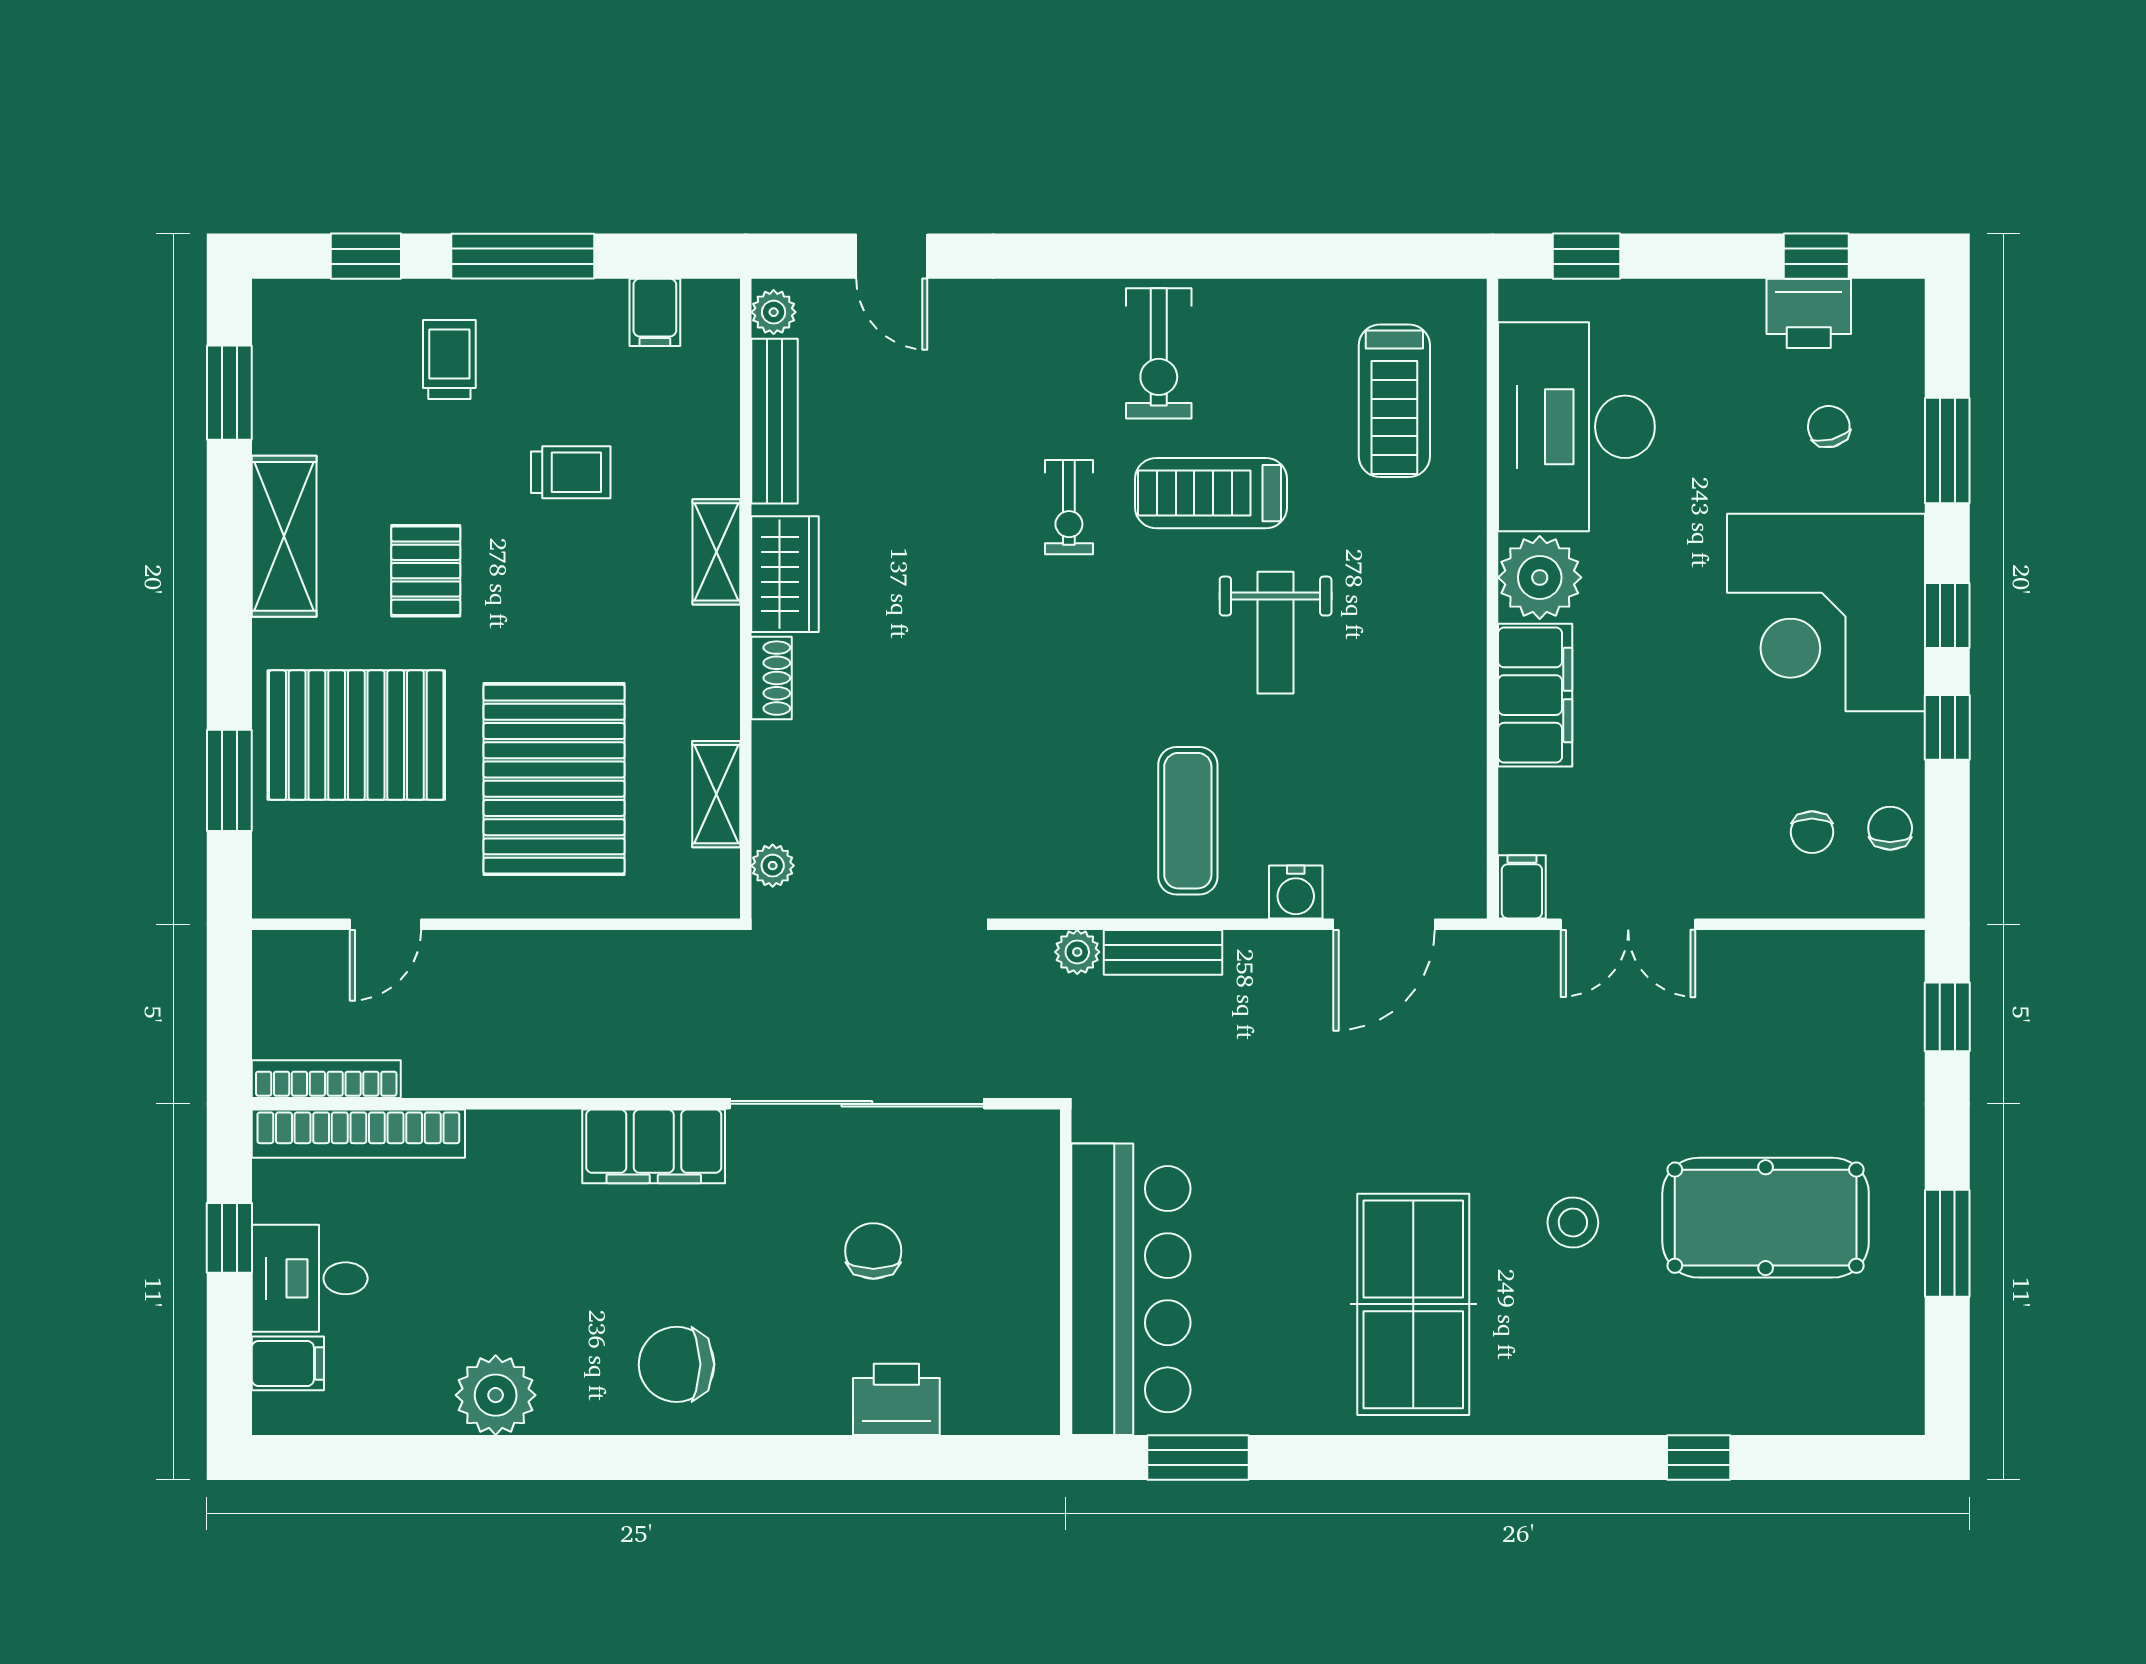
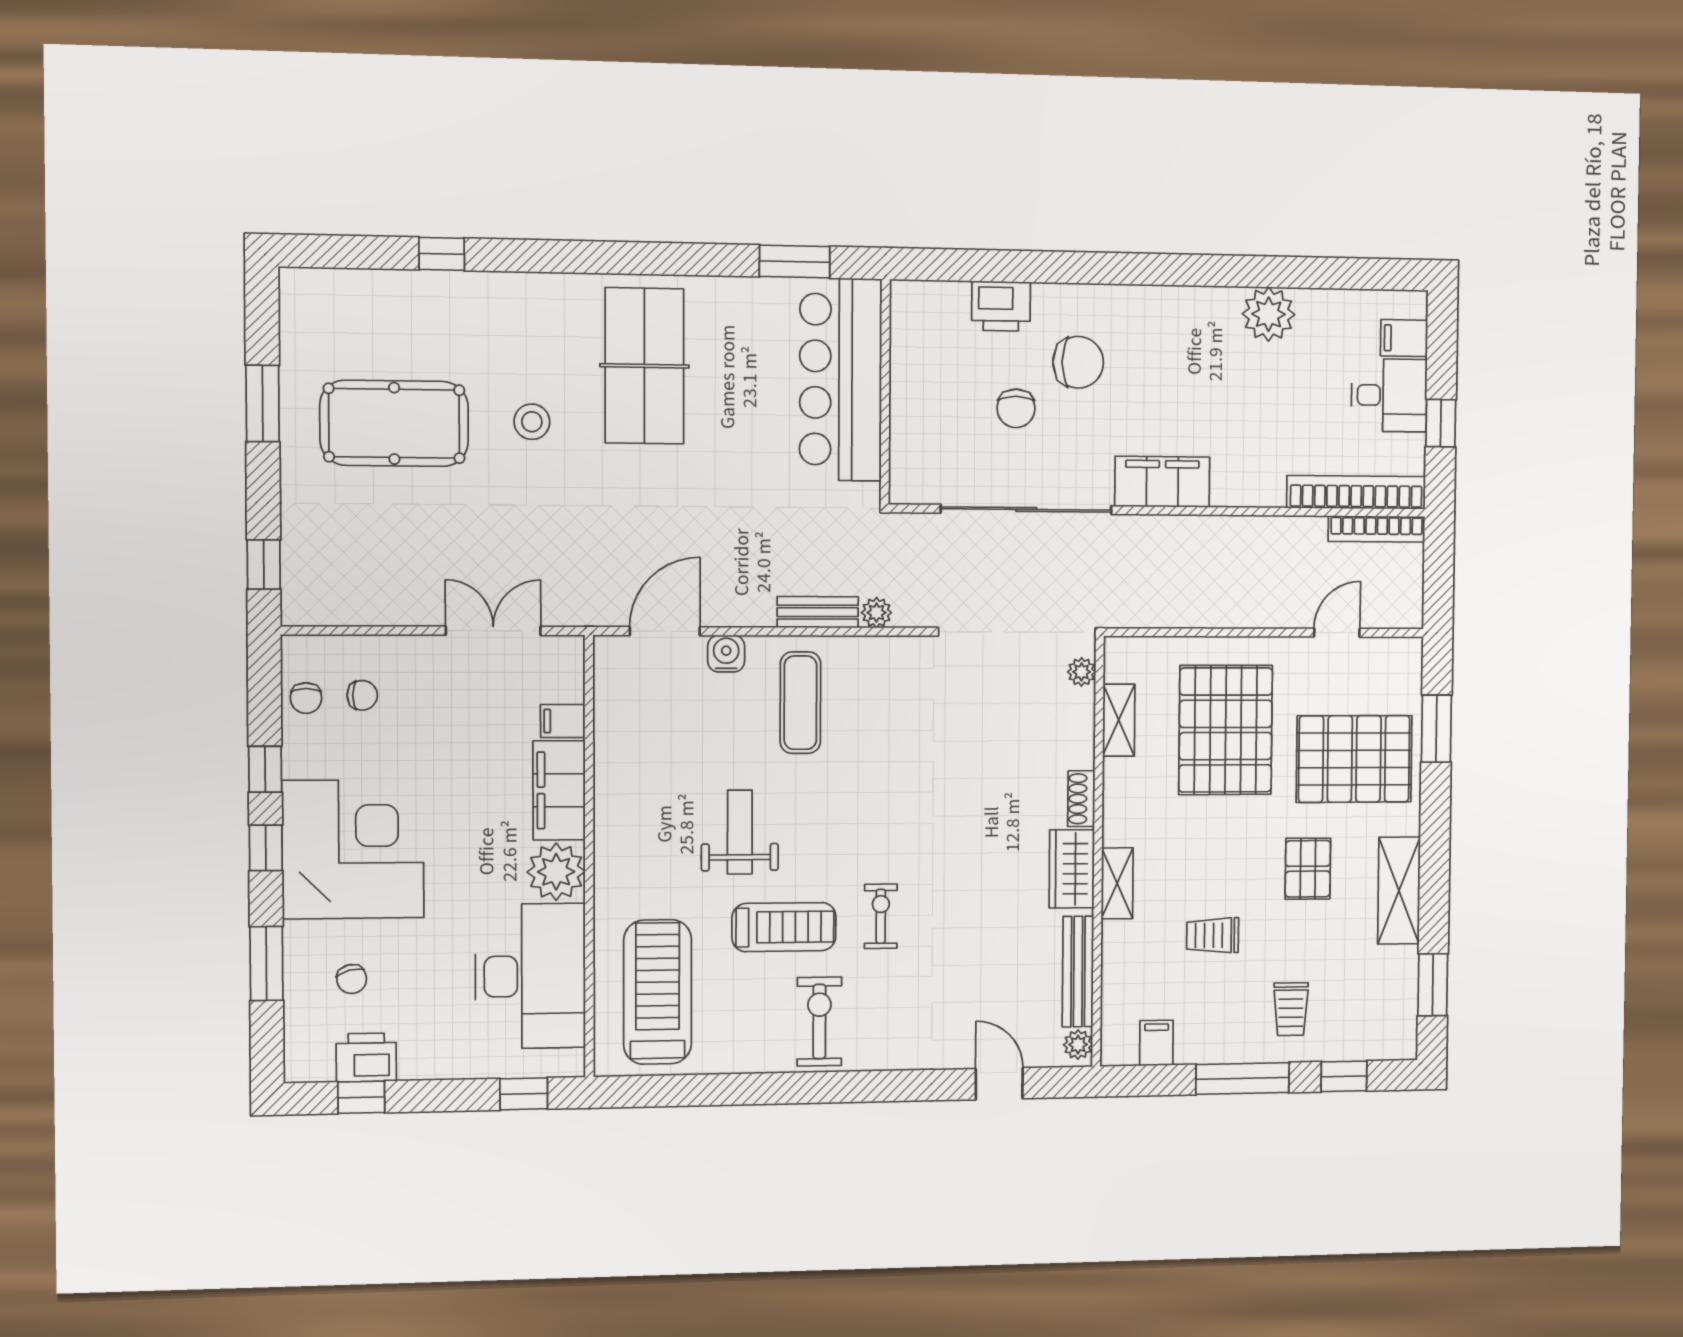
treadmill: (1394, 401) -> (658, 992), width x1.37, depth x1.38
chair: (1812, 832) -> (362, 695), turned 90
filing cabinet: (1522, 887) -> (563, 721), moved, turned 90
chair: (677, 1364) -> (1078, 362), moved

